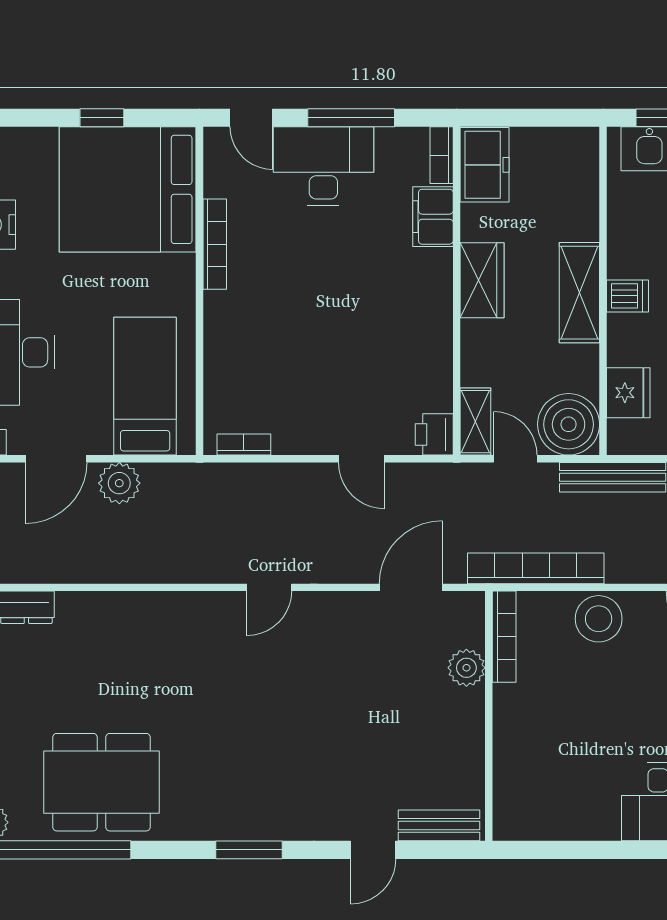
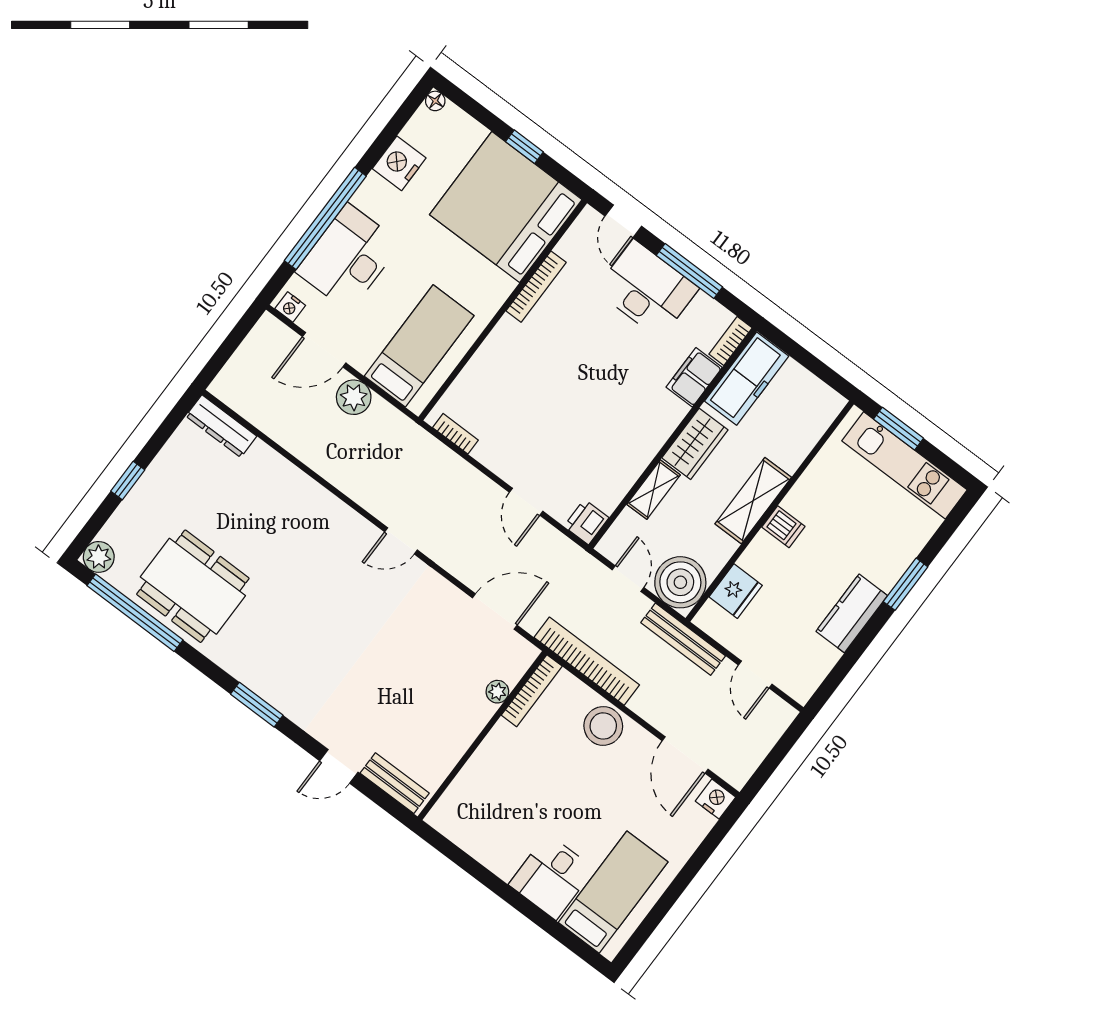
freezer: (485, 165) -> (747, 379), width x1.40
shelving: (475, 422) -> (654, 490), moved
plant: (466, 668) -> (497, 692), width x0.73, depth x0.73

